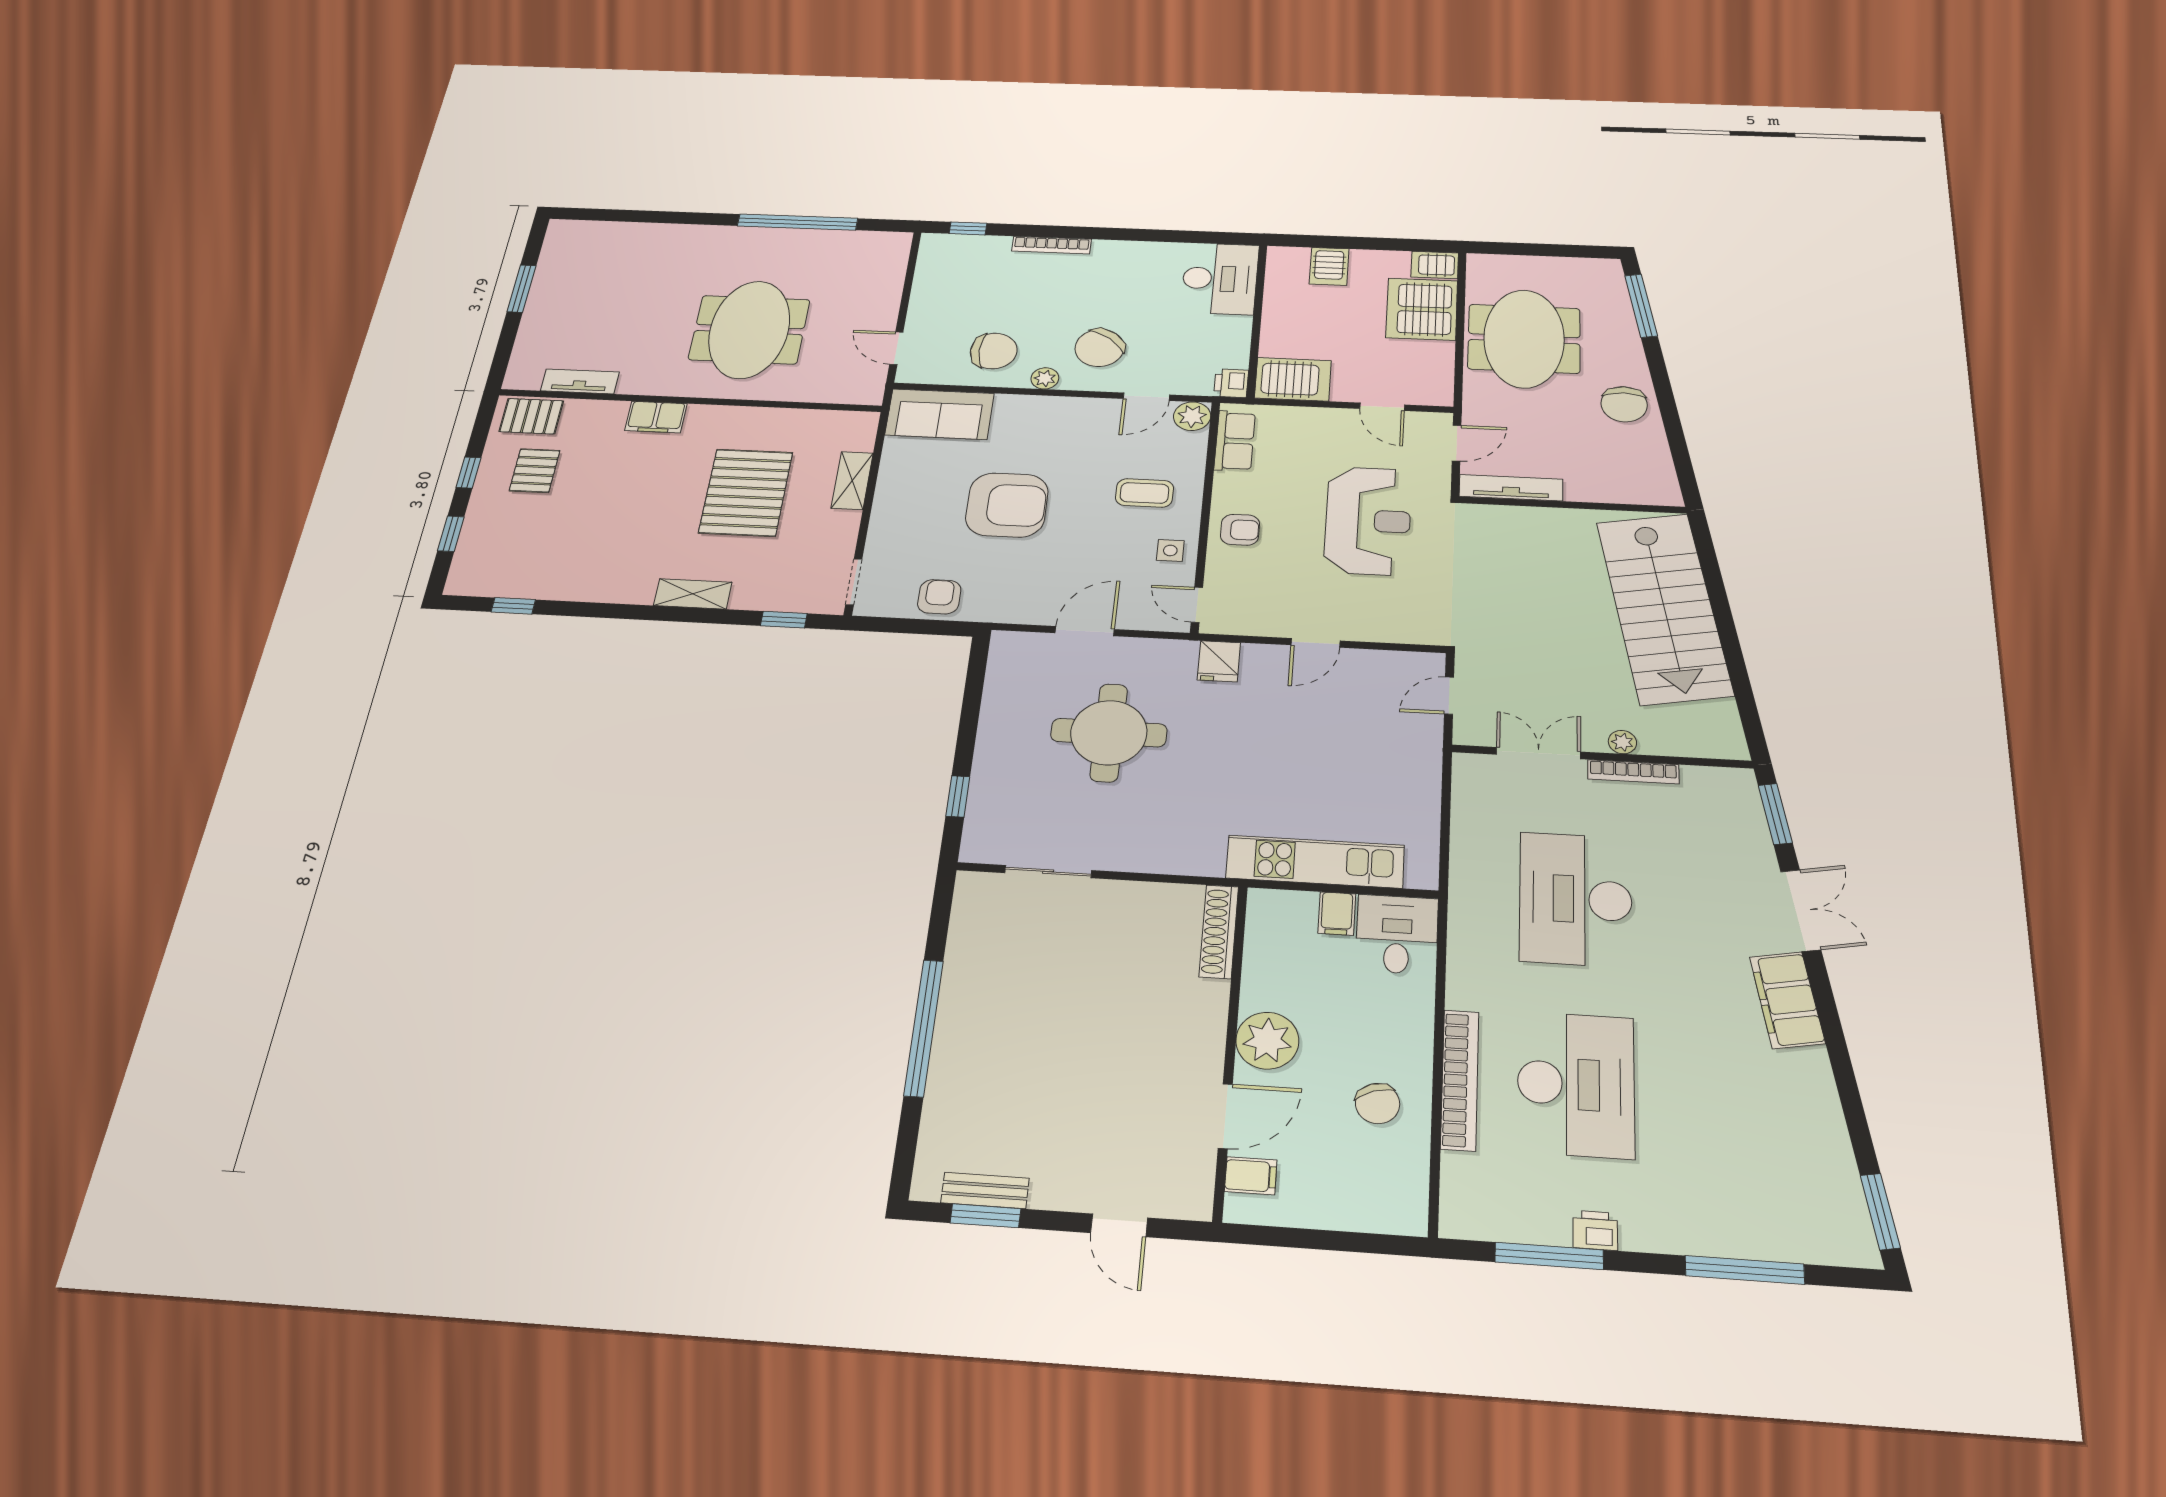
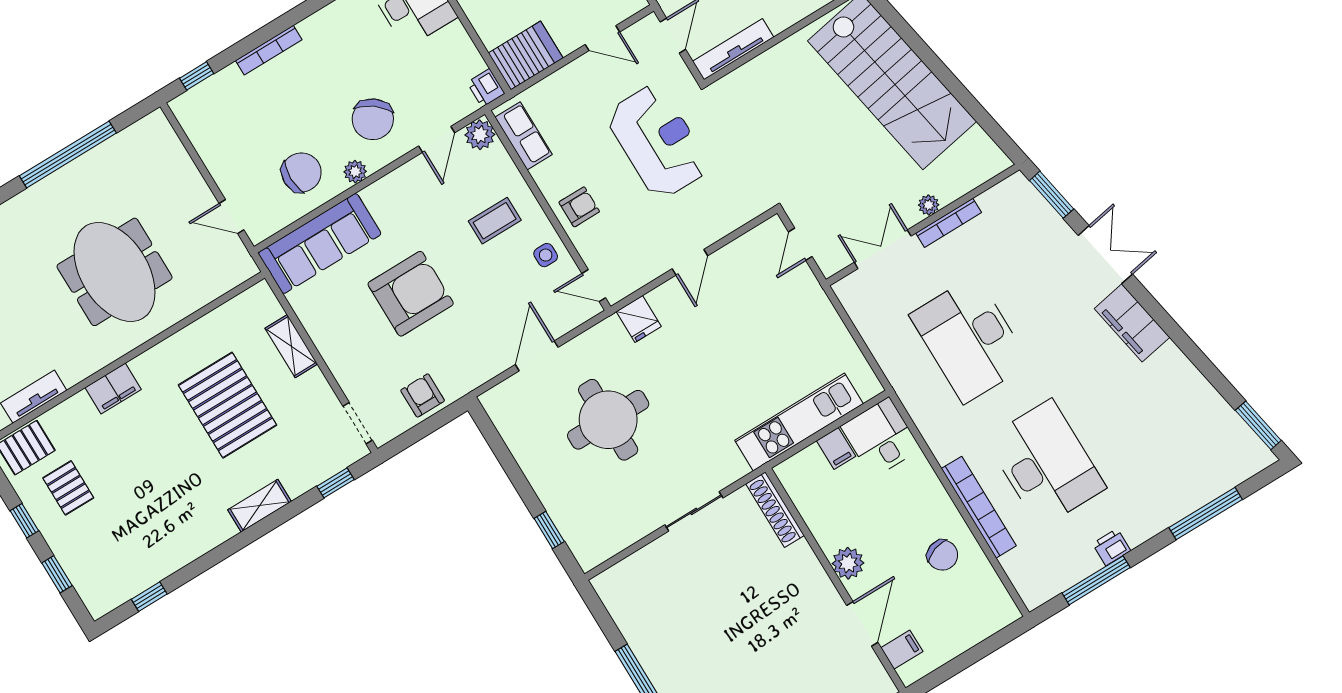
sofa: (940, 414) -> (320, 243), width x1.36
sliding door: (1048, 872) -> (694, 511), moved
plant: (1267, 1041) -> (848, 563), width x0.73, depth x0.73

